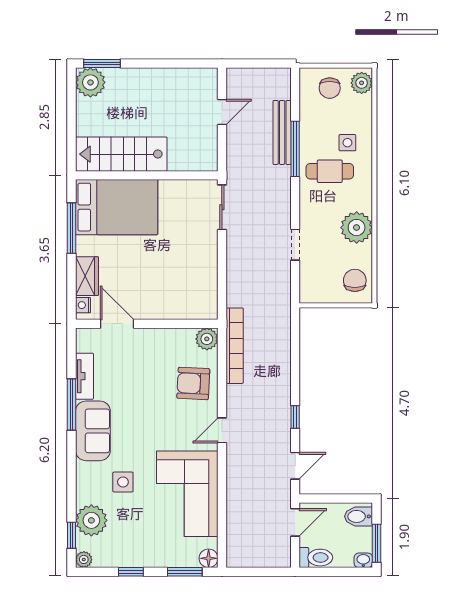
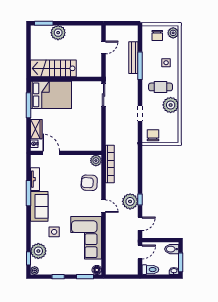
plant: (90, 82) -> (58, 33), moved
cafe table: (330, 171) -> (161, 87), moved
chair: (355, 280) -> (153, 135), moved
plant: (275, 421) -> (130, 201), added
door: (222, 430) -> (104, 206), swing flipped

